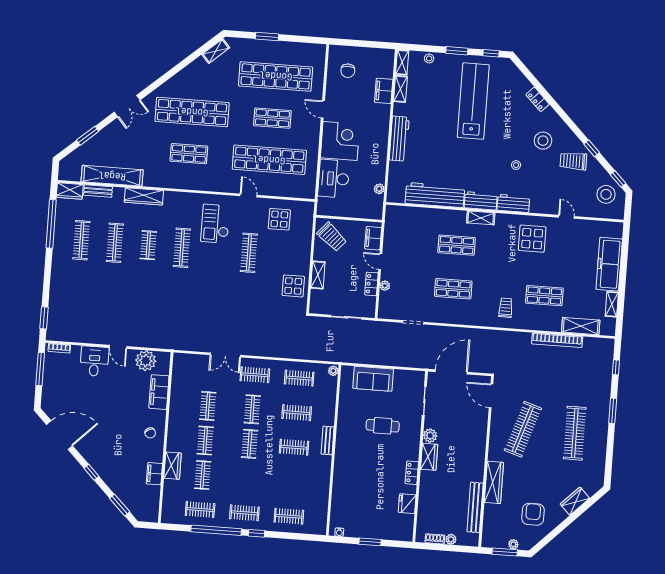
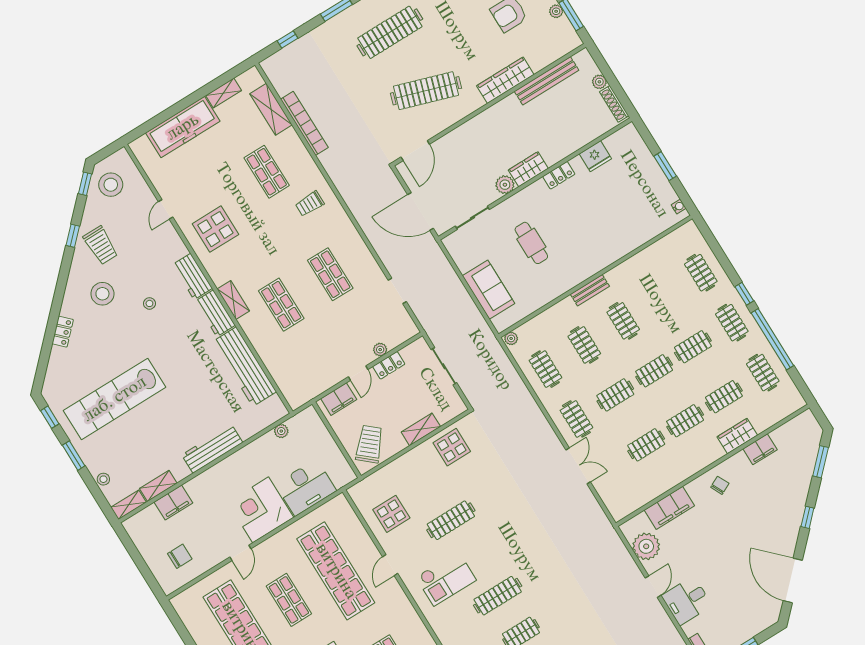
clothes rail: (247, 478) -> (693, 347), added
shoe rack: (435, 539) -> (614, 104), width x1.43

